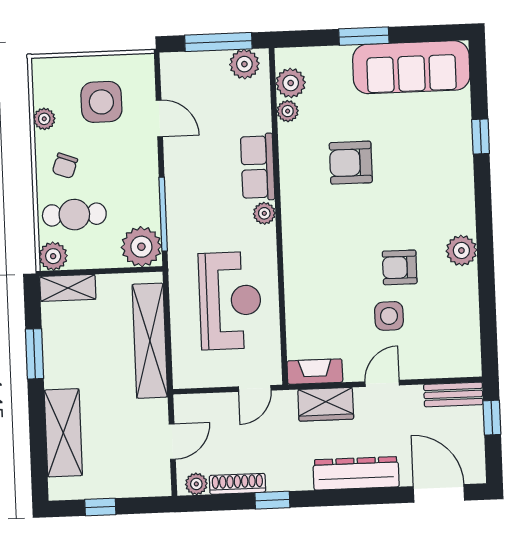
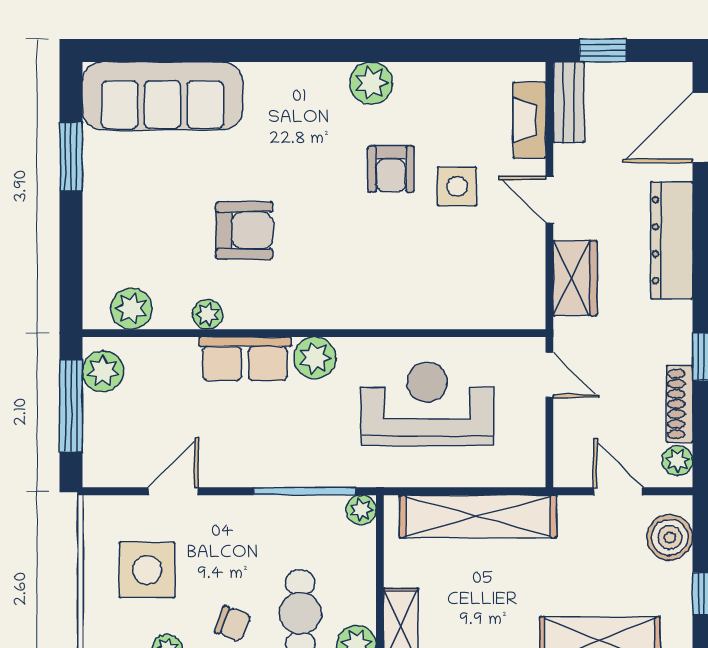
window: (364, 36) -> (71, 156), moved
sofa: (411, 67) -> (163, 96), moved, turned 90
plant: (288, 111) -> (207, 314), moved
window: (481, 136) -> (215, 51), removed
armchair: (351, 163) -> (244, 230), turned -90
plant: (264, 213) -> (315, 358), width x1.38, depth x1.38
plant: (141, 247) -> (361, 510), width x0.53, depth x0.53
fireplace: (315, 372) -> (529, 120), moved
boiler: (140, 481) -> (670, 537), added

